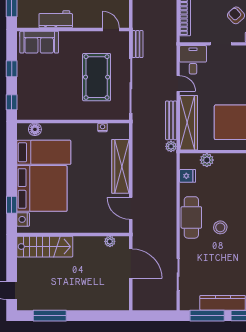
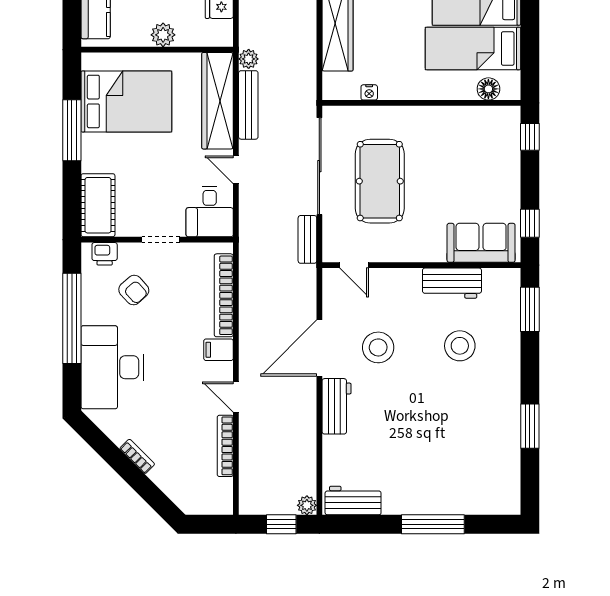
window: (12, 69) -> (530, 223), moved
plant: (207, 160) -> (163, 35), moved

